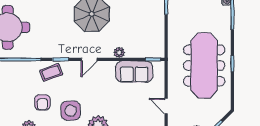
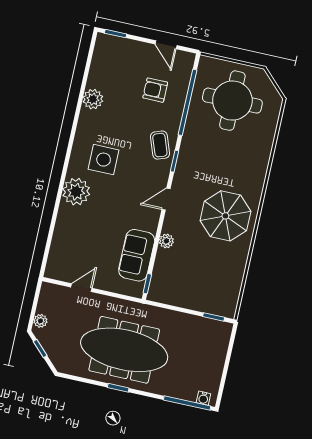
door: (89, 59) -> (166, 199), hinge flipped
armchair: (42, 102) -> (155, 90), moved

